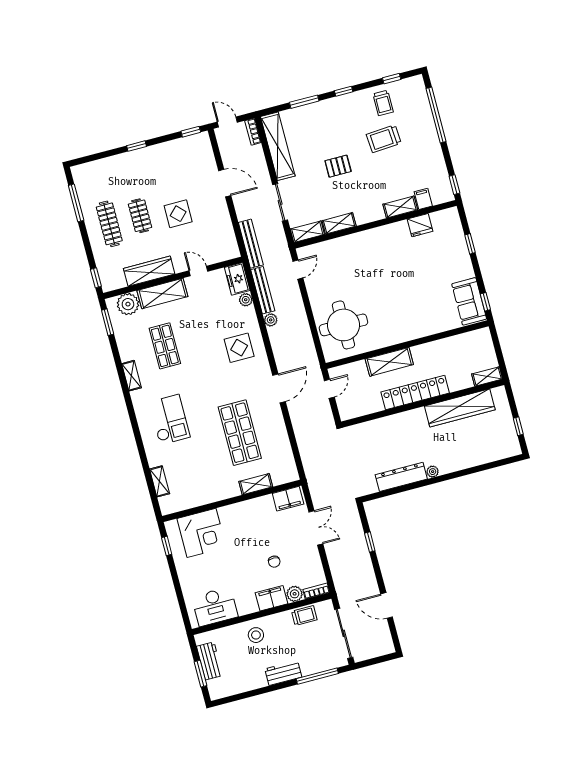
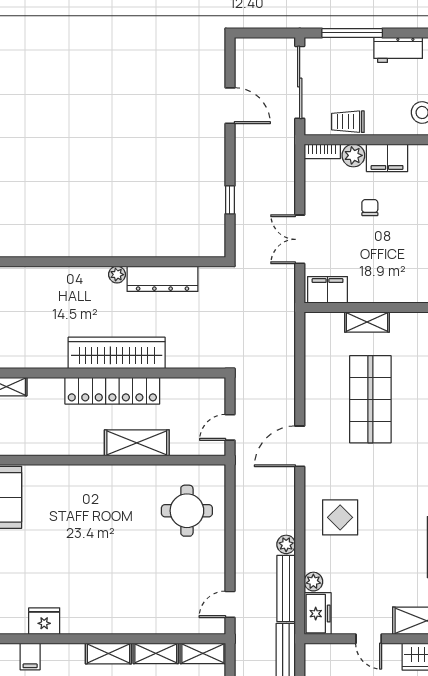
shelving: (400, 207) -> (108, 654), moved
round table: (343, 325) -> (187, 511), width x0.73, depth x0.73
wardrobe: (460, 408) -> (117, 353), moved

